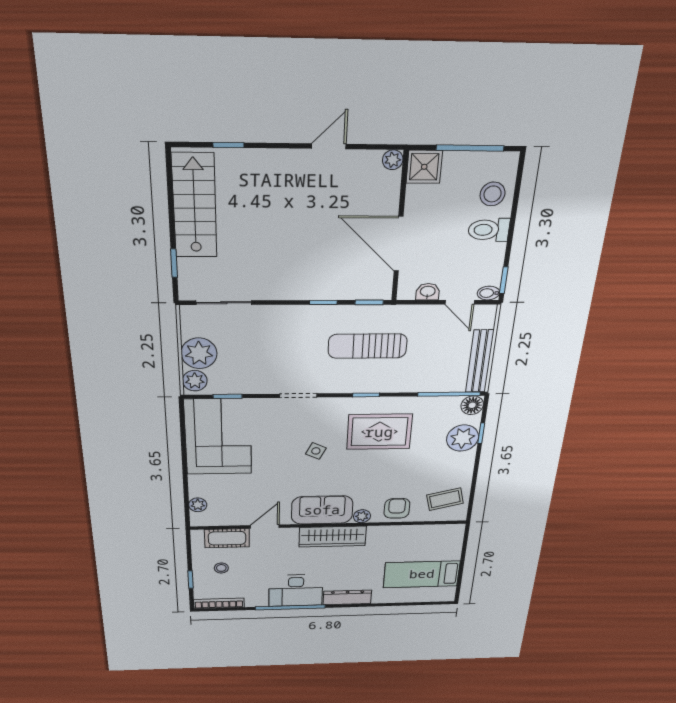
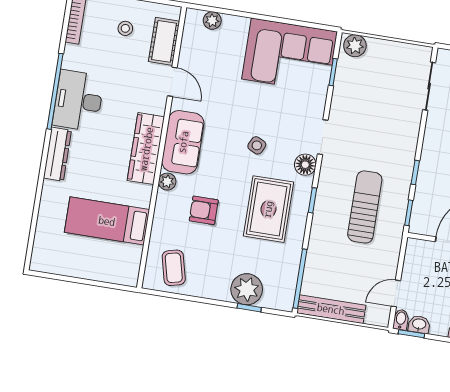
washbasin: (428, 292) -> (419, 324), moved, turned -90
plant: (199, 353) -> (383, 55), removed
floor lamp: (472, 405) -> (305, 165), moved
armchair: (397, 508) -> (204, 210), moved, turned 180
bed: (422, 574) -> (107, 221), moved, turned -90

